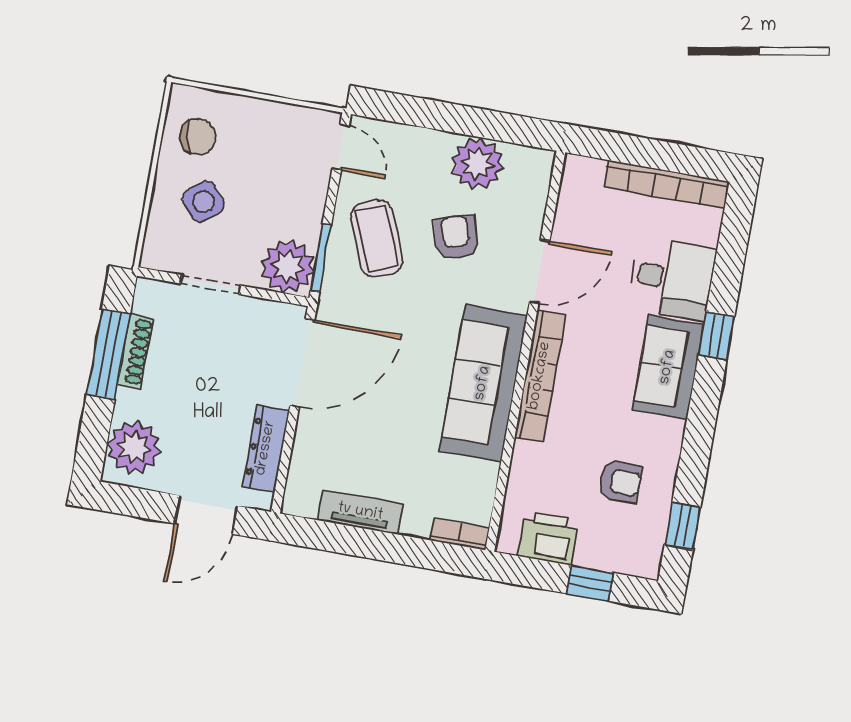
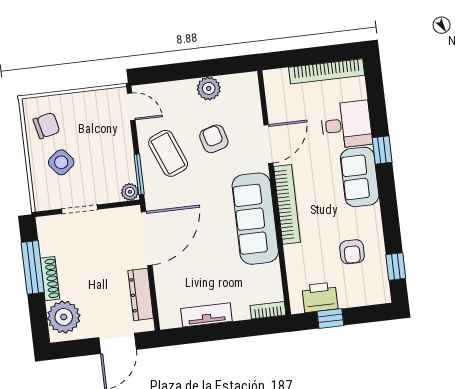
plant: (478, 164) -> (209, 88), width x0.73, depth x0.73
plant: (288, 267) -> (130, 192), width x0.53, depth x0.53
shoe rack: (135, 351) -> (50, 279), moved
armchair: (620, 482) -> (352, 252), turned 90
window: (590, 583) -> (330, 318), moved

